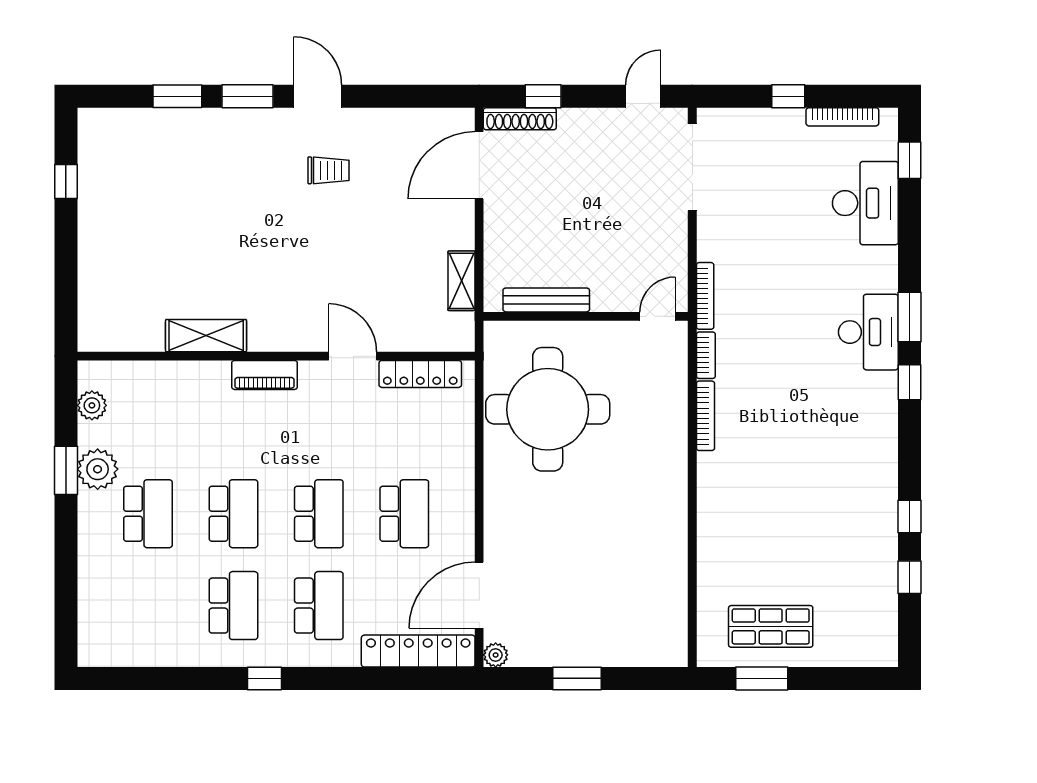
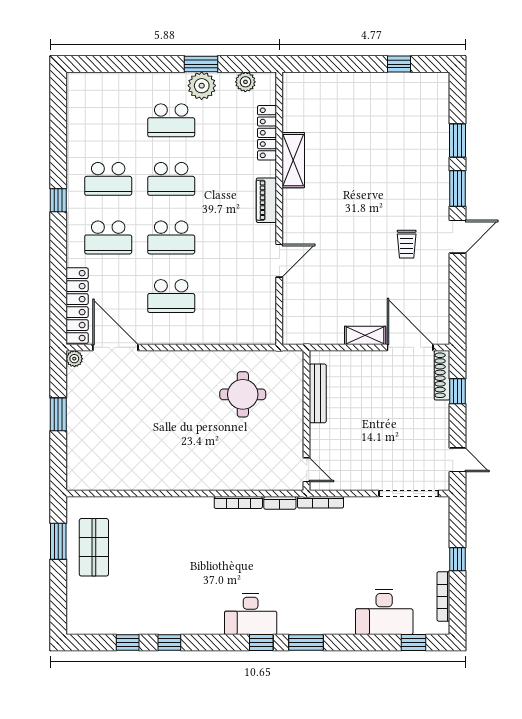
shelving: (461, 281) -> (365, 335), moved
desk: (868, 332) -> (251, 614), moved
locker: (420, 374) -> (267, 133), moved
round table: (548, 409) -> (243, 394), width x0.54, depth x0.54

